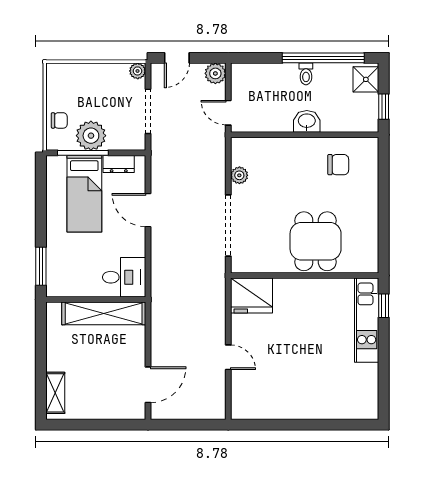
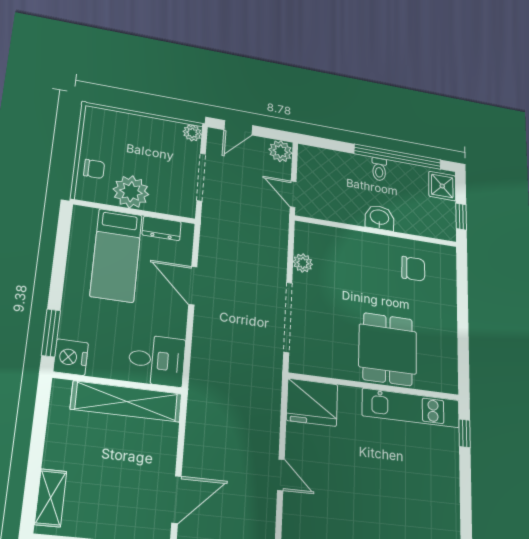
window: (83, 153) -> (119, 209), removed
nightstand: (58, 284) -> (71, 357), added
kitchen unit: (367, 320) -> (411, 408), moved, turned -90

